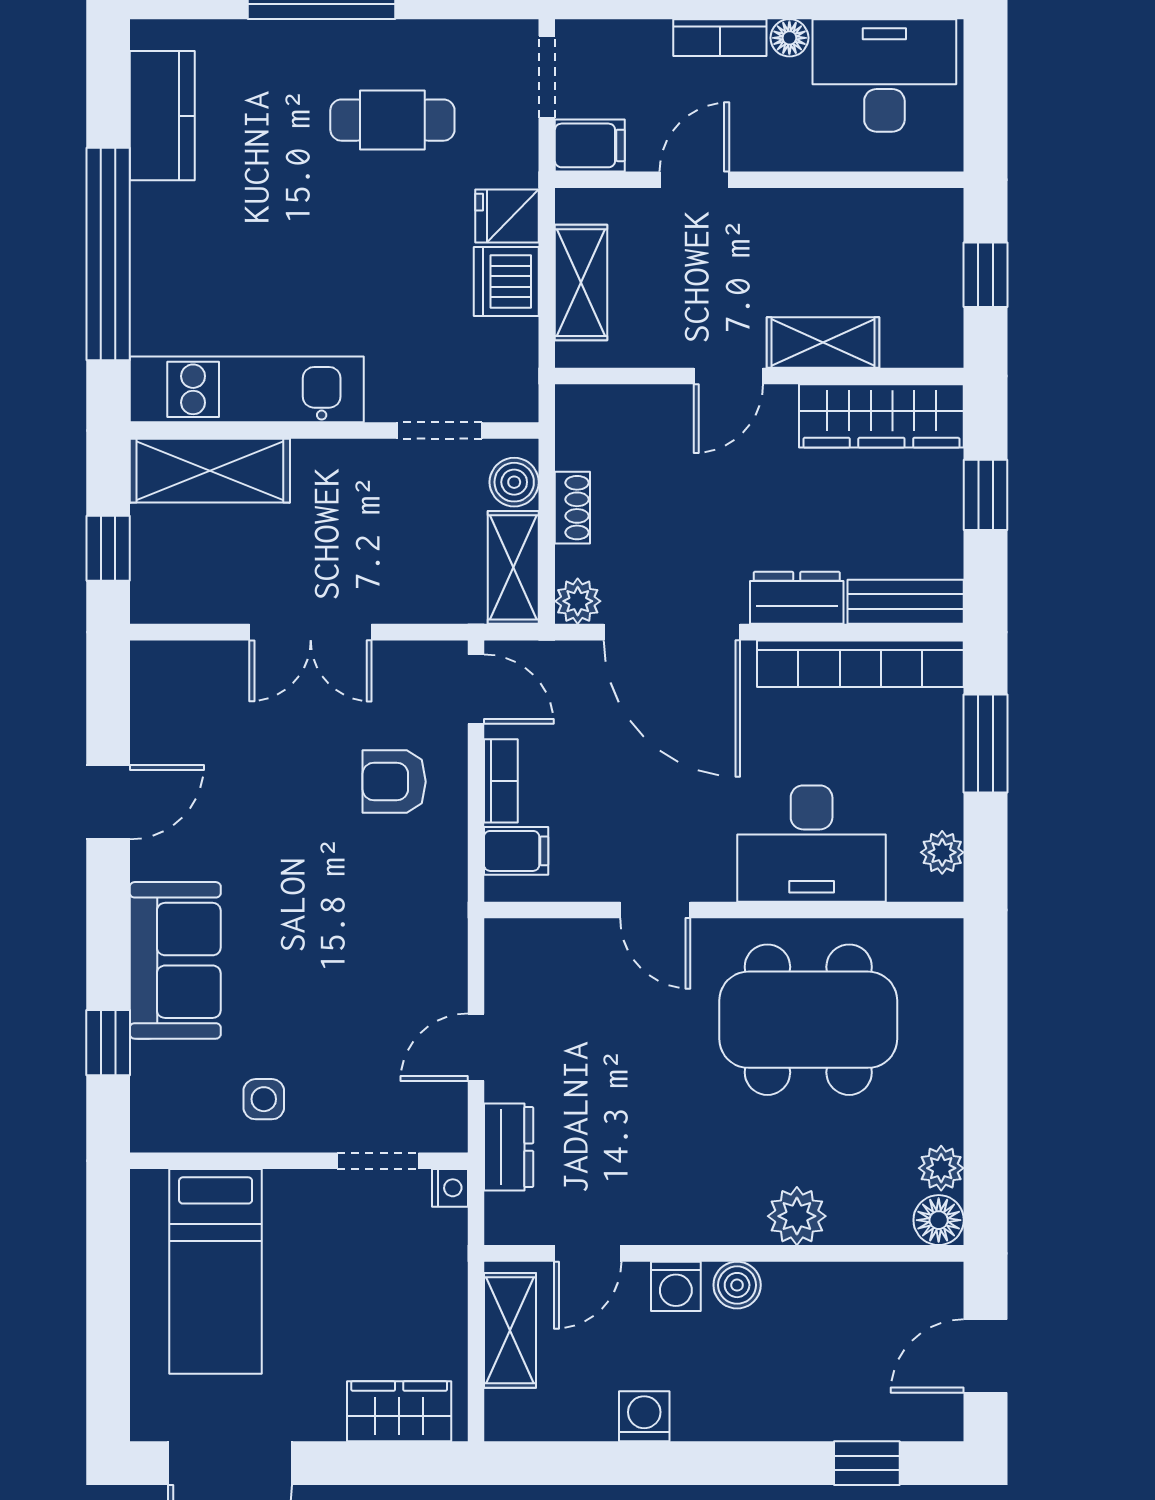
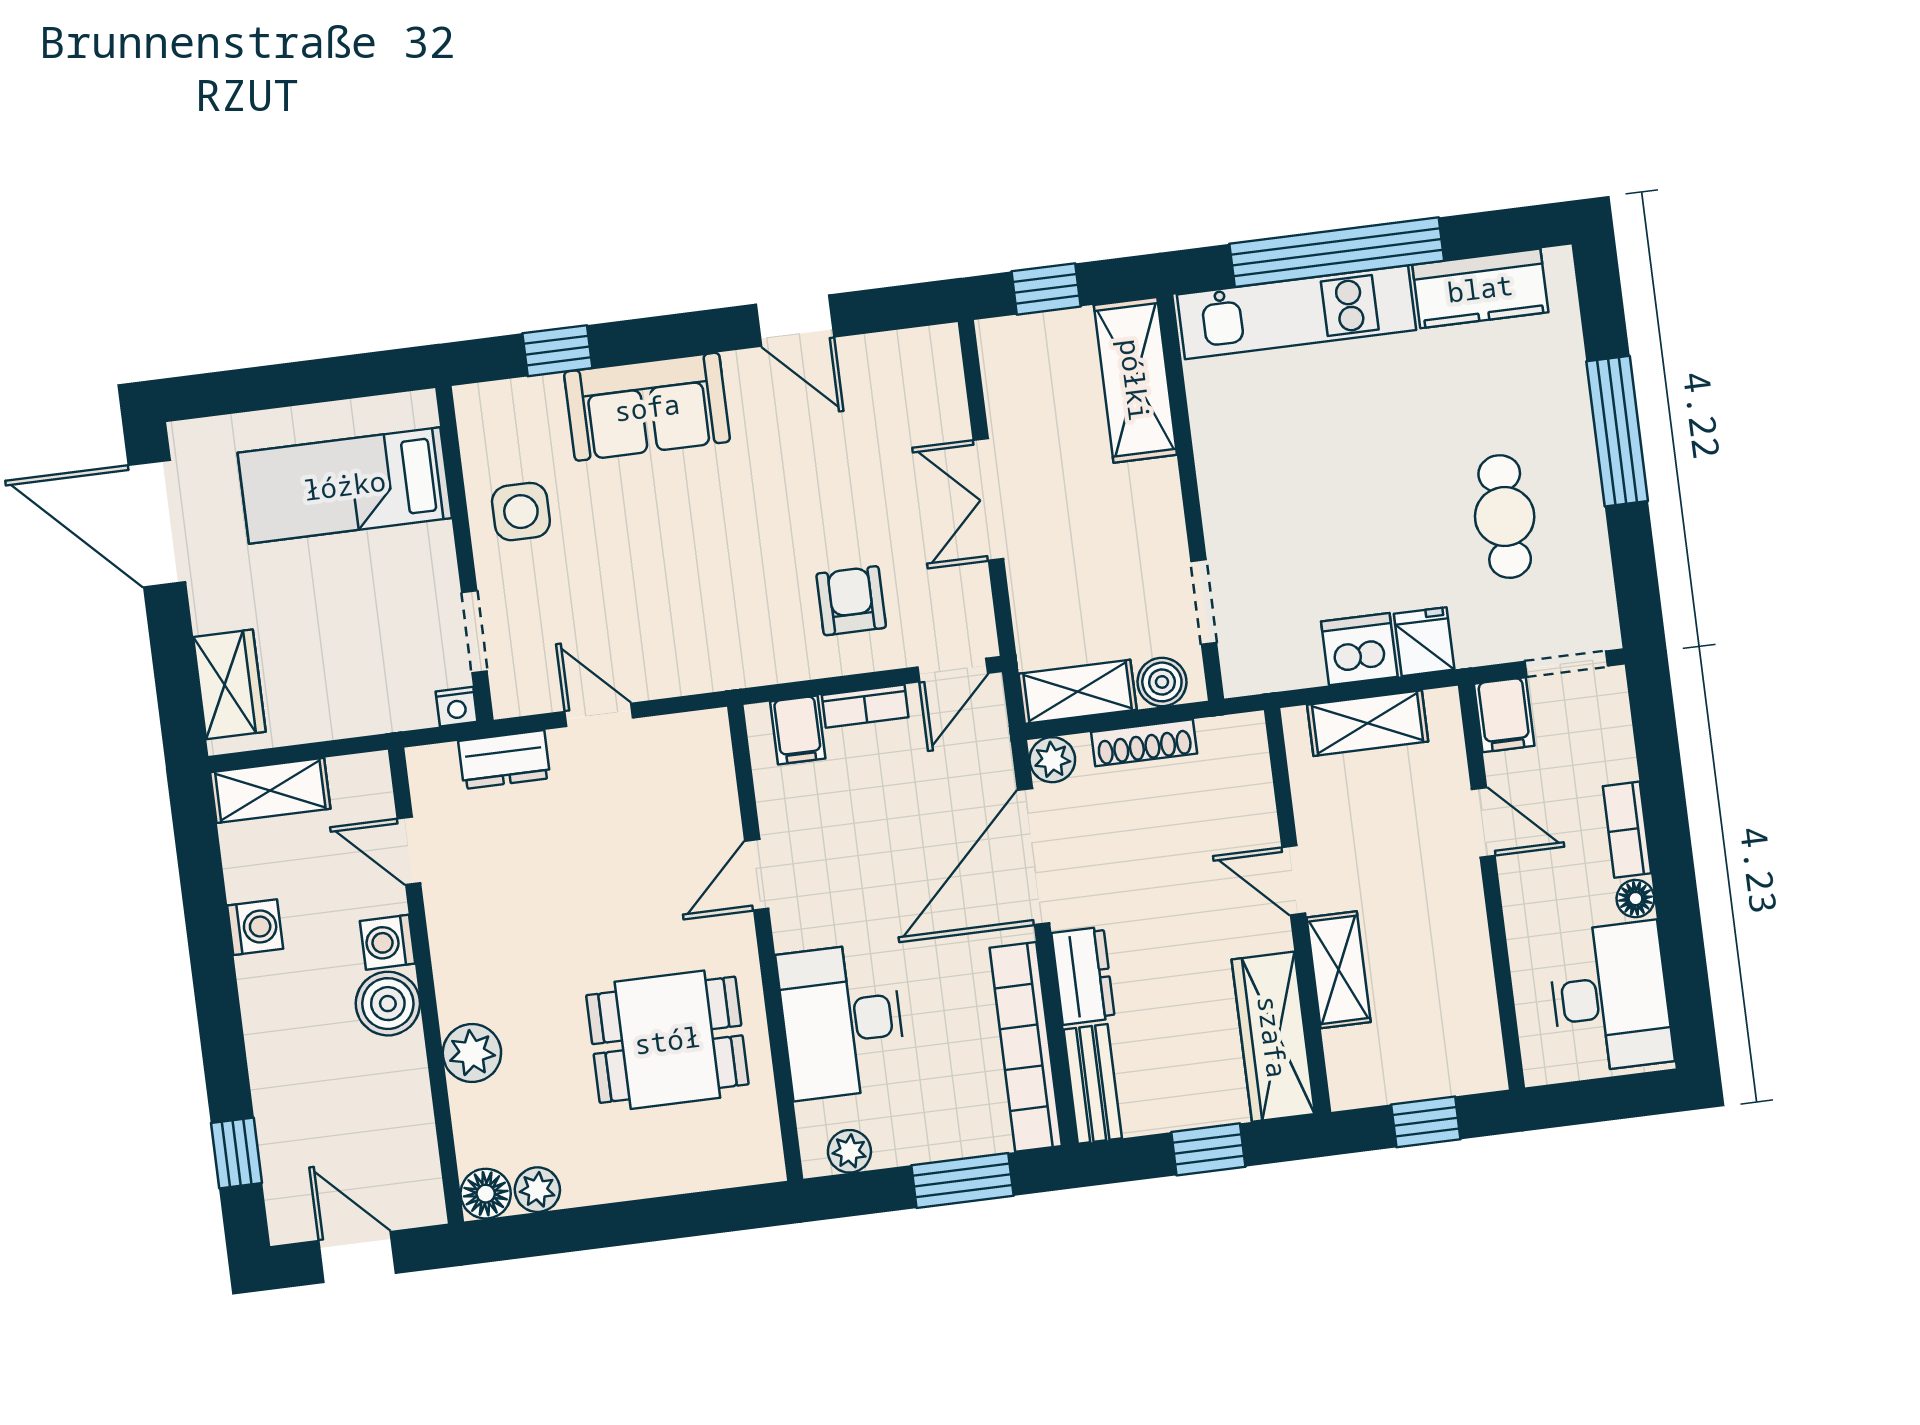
kitchen unit: (247, 389) -> (1297, 312), moved, turned 90
shoe rack: (572, 508) -> (1144, 743), width x1.43
dining table: (808, 1020) -> (667, 1040), width x0.73
side table: (264, 1099) -> (521, 512), width x1.37, depth x1.37
boiler: (737, 1285) -> (388, 1004), width x1.36, depth x1.36
shelving: (510, 1330) -> (270, 790), moved

